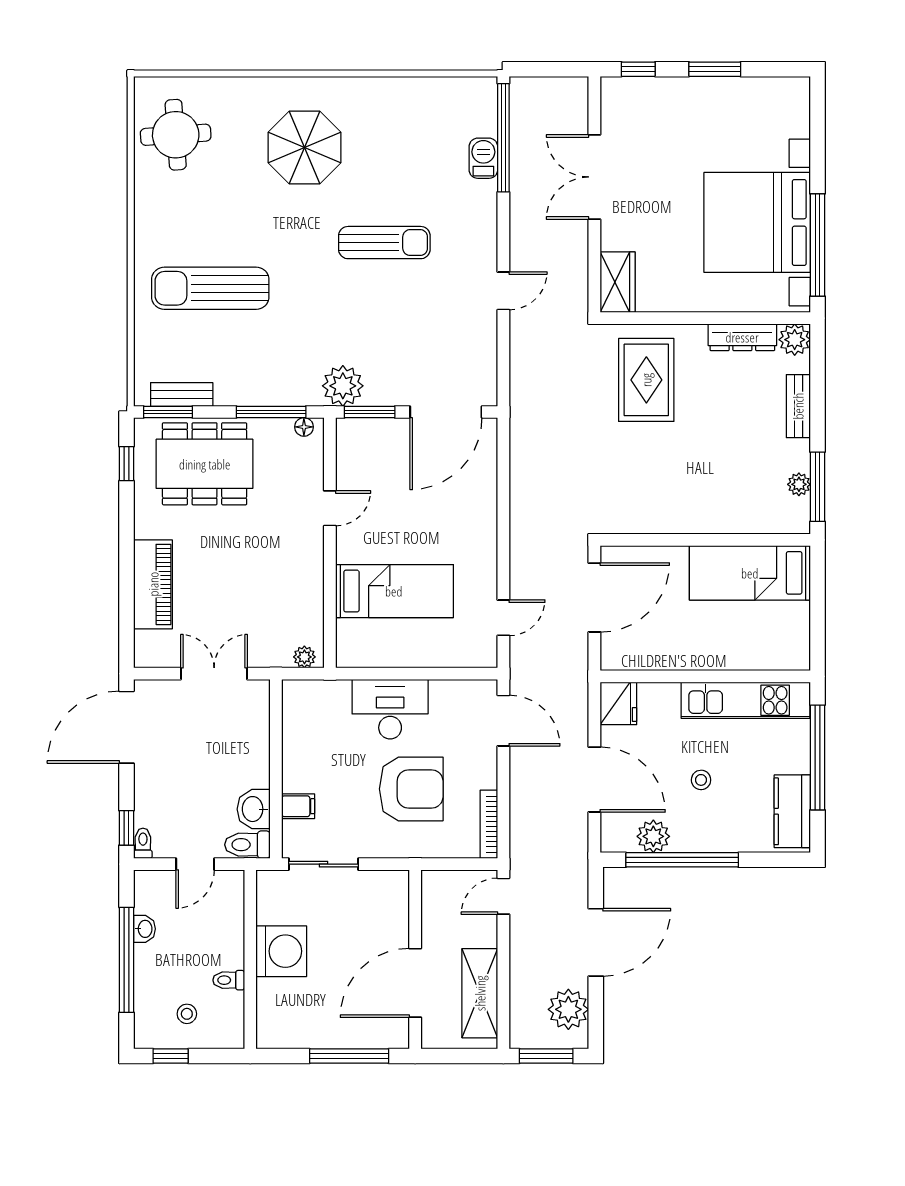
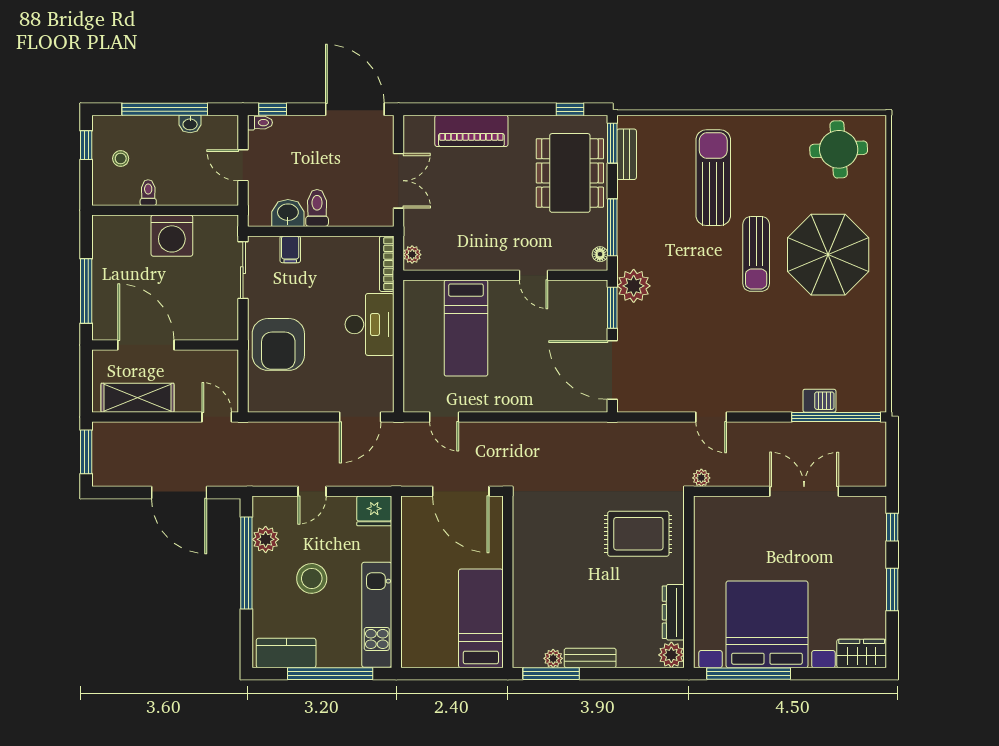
parasol: (305, 148) -> (828, 255), width x1.36, depth x1.36
sun lounger: (384, 243) -> (756, 254), moved
wardrobe: (618, 282) -> (862, 653), moved, turned 180
bench: (798, 406) -> (590, 658), moved
door: (594, 780) -> (312, 491), width x0.53
stool: (701, 780) -> (312, 578), width x1.89, depth x1.89
armchair: (411, 789) -> (278, 344), moved
bookcase: (489, 824) -> (387, 264), moved, turned -90
toilet: (247, 845) -> (317, 208), moved
plant: (568, 1009) -> (701, 478), moved, width x0.53, depth x0.53

